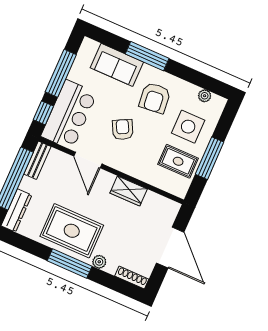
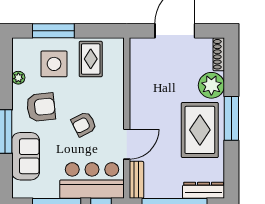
plant: (205, 96) -> (18, 78), moved
window: (210, 158) -> (53, 31), moved
bench: (37, 160) -> (136, 180), moved, turned 90
wardrobe: (129, 191) -> (139, 93), removed
plant: (99, 262) -> (211, 85), width x1.88, depth x1.88

